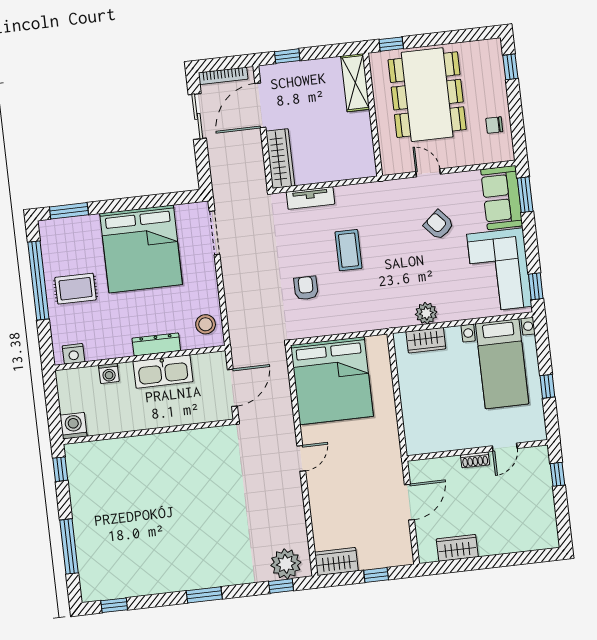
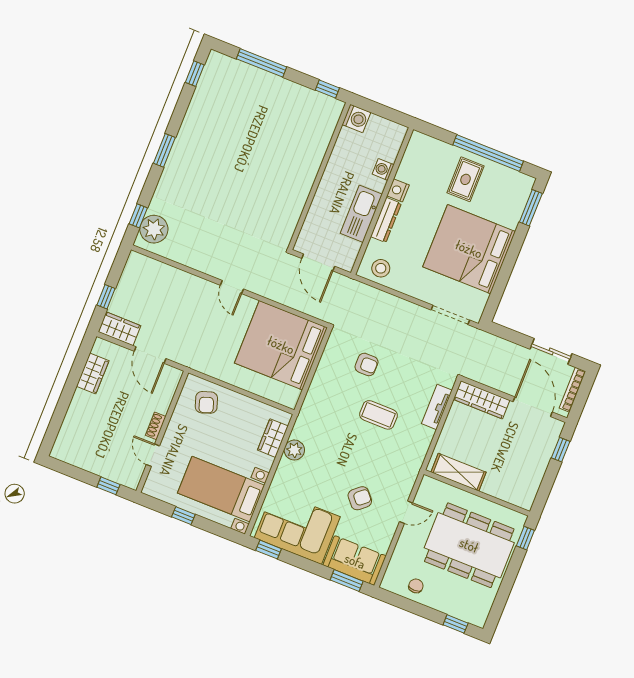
shelving: (355, 83) -> (459, 472), moved
nightstand: (74, 354) -> (398, 190), moved
armchair: (426, 423) -> (206, 402), added
wardrobe: (336, 561) -> (119, 329), moved, turned -90

